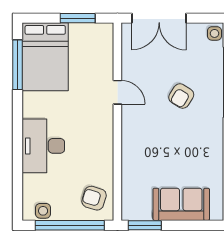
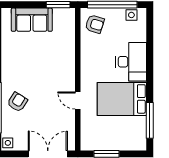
bed: (45, 57) -> (122, 99), moved, turned -90
armchair: (181, 96) -> (17, 102), moved

